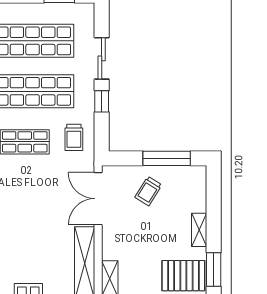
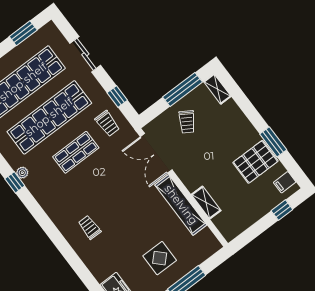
window: (102, 101) -> (117, 96), moved
shelving: (199, 230) -> (217, 89), moved

